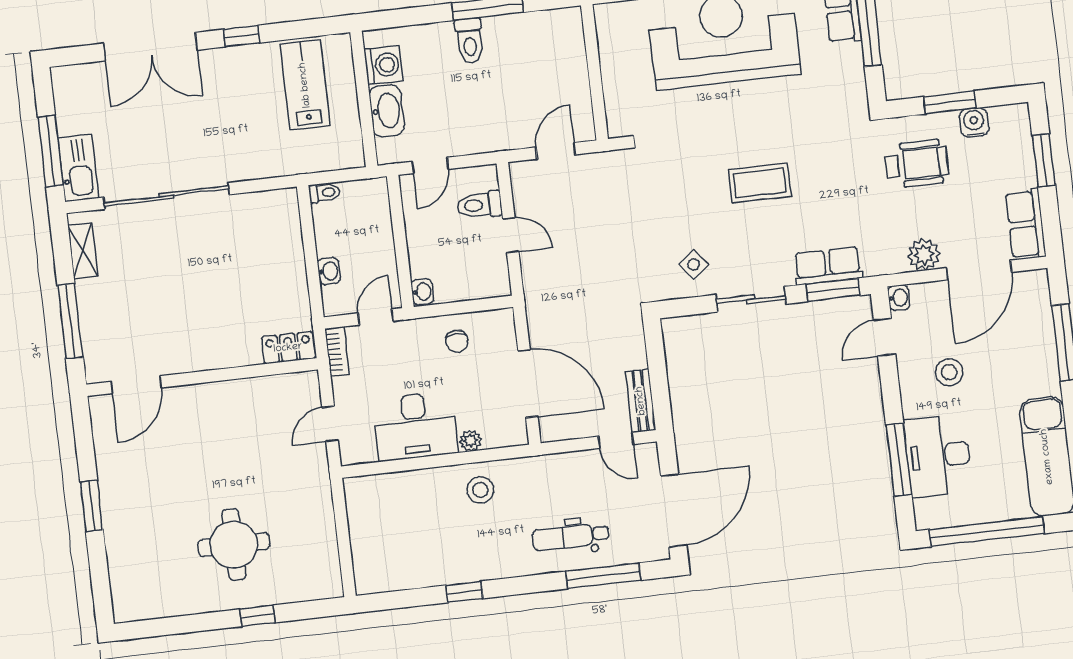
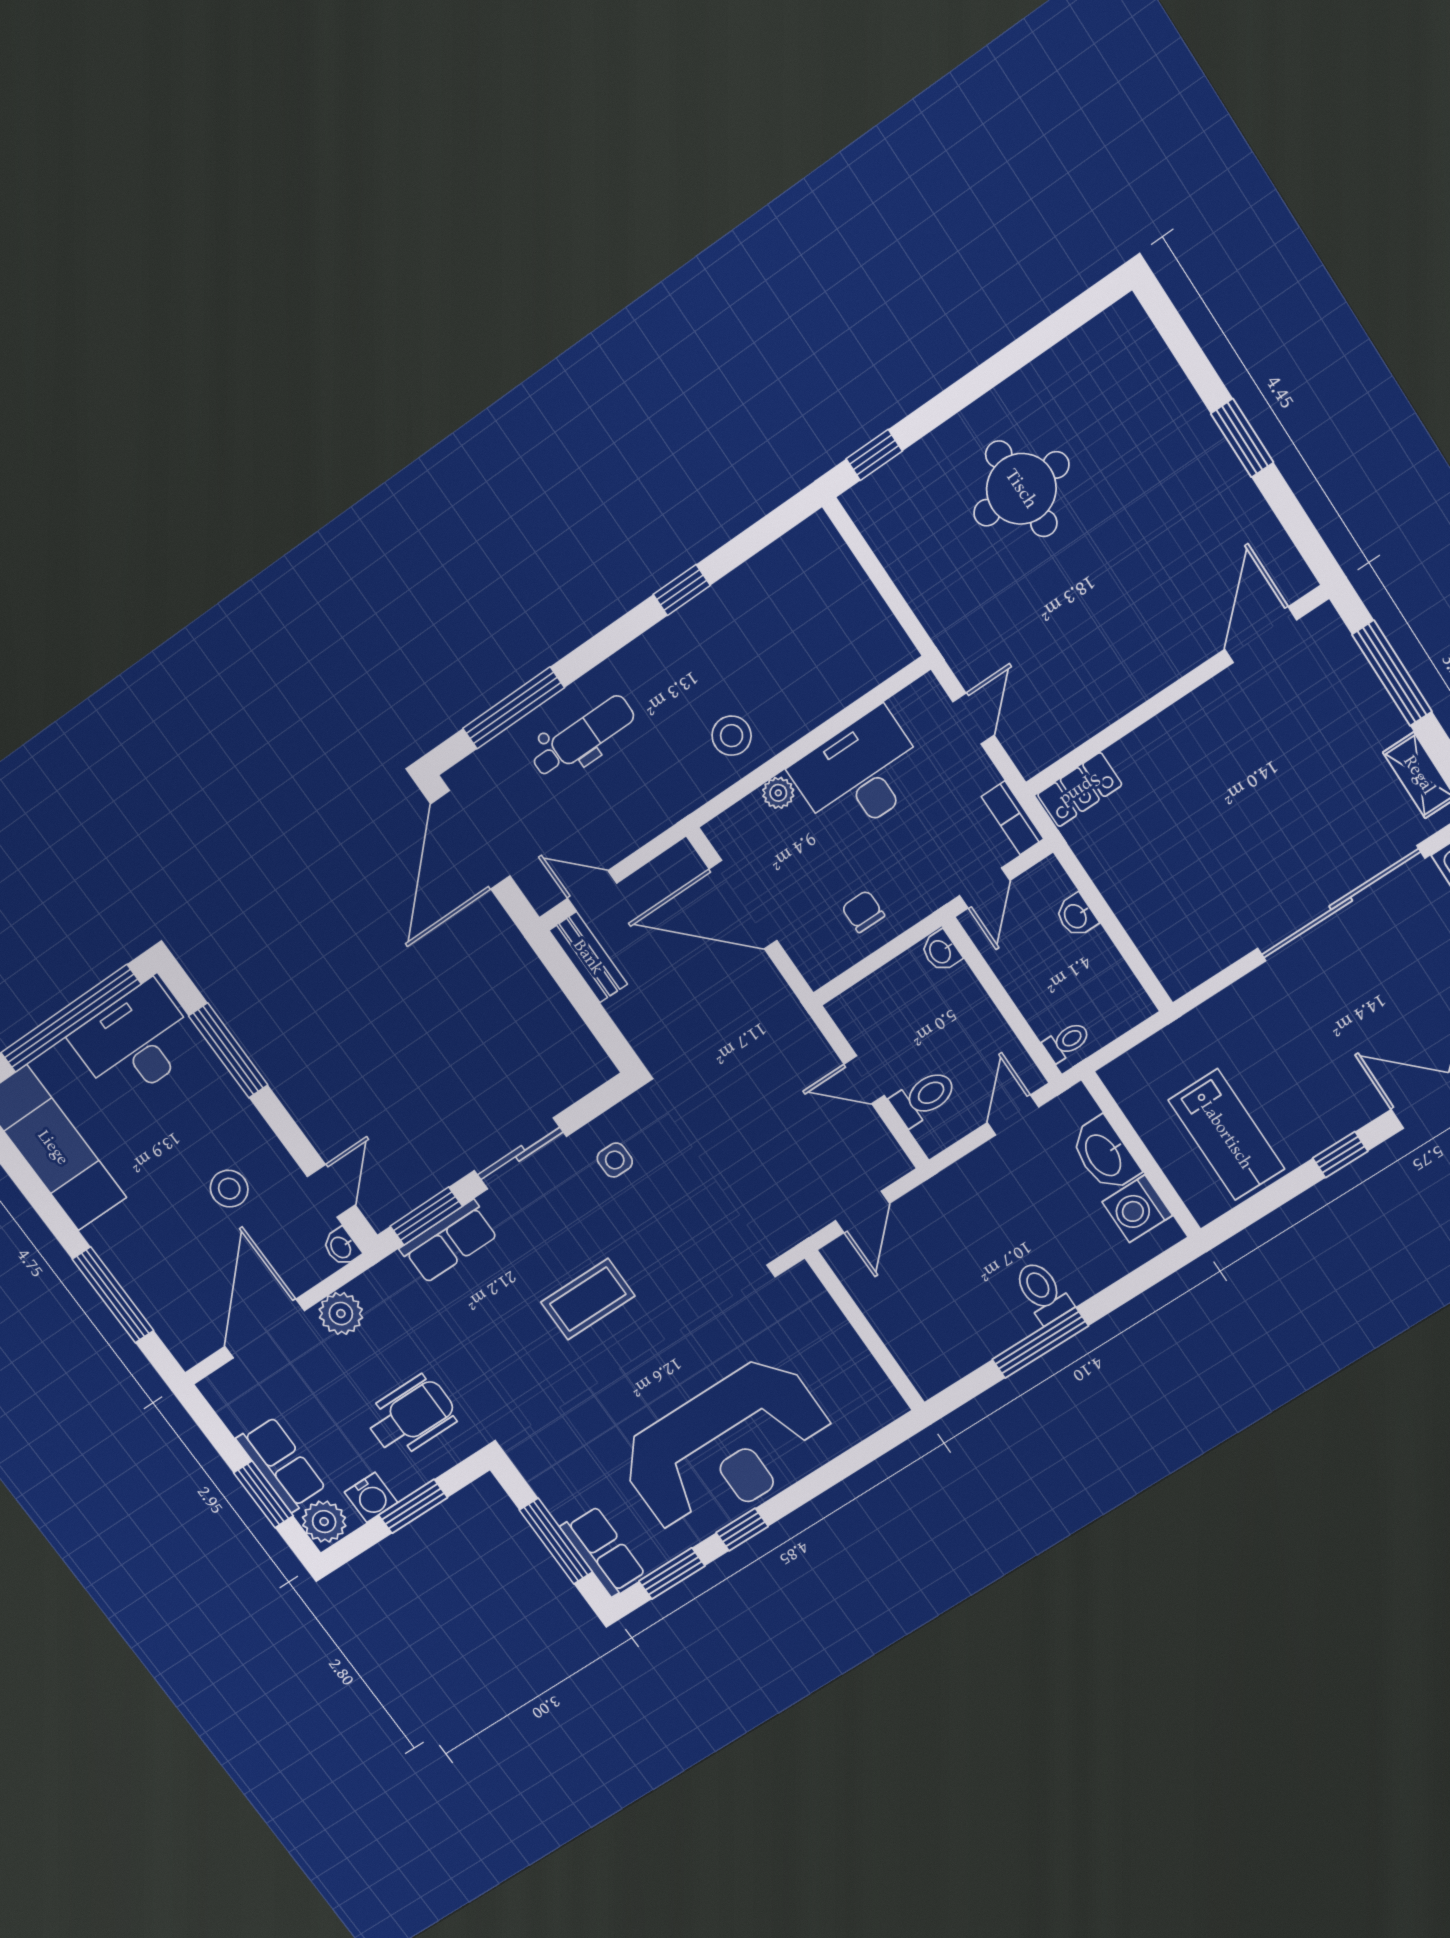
plant: (1014, 122) -> (324, 1522), added
wheelchair: (917, 164) -> (411, 1416), turned 180
toilet: (324, 193) -> (1067, 1042), moved, turned 180
row of seats: (1026, 224) -> (281, 1464), moved
side table: (694, 264) -> (615, 1160), turned 38
desk: (938, 456) -> (136, 1042), moved, turned -90
window: (257, 616) -> (874, 455), moved

